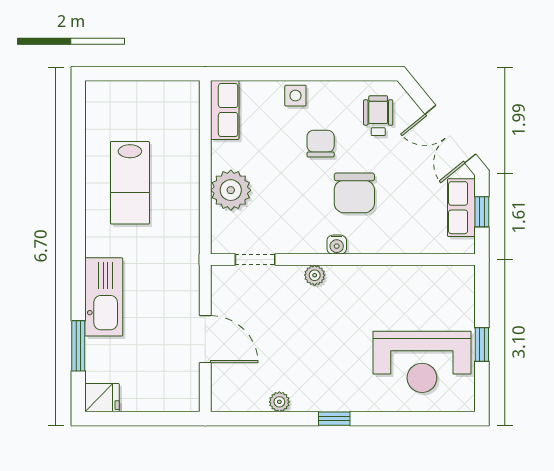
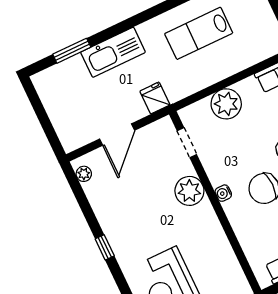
plant: (315, 275) -> (189, 191), width x1.88, depth x1.88
fridge: (102, 398) -> (155, 98), moved, turned 180
plant: (279, 402) -> (84, 174), moved

